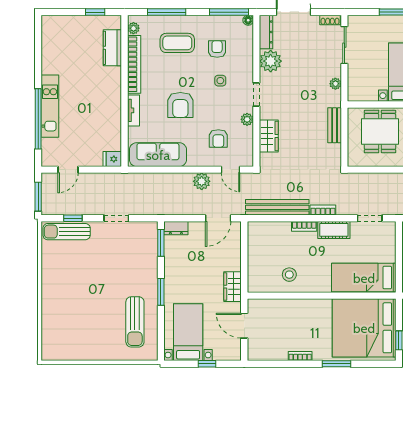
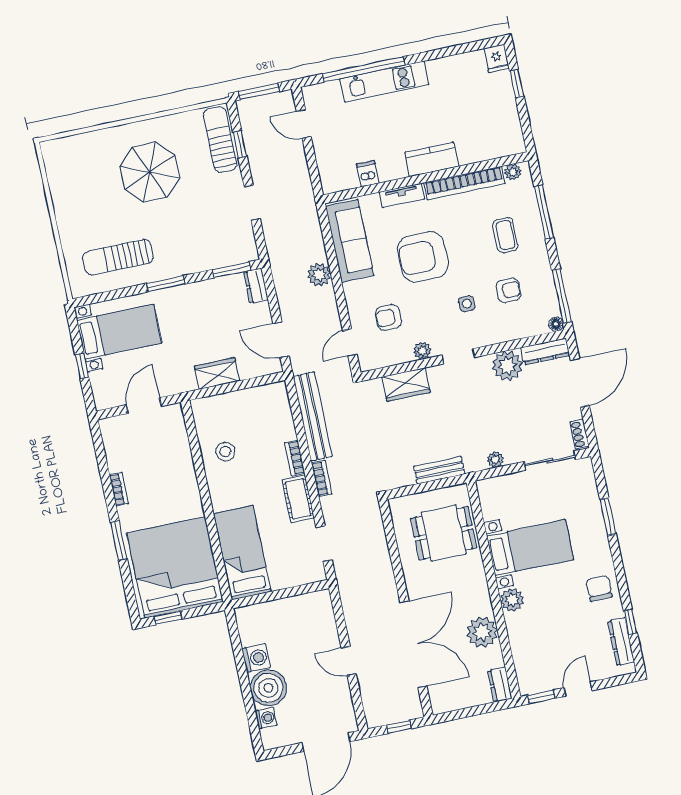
window: (95, 12) -> (517, 83), moved
coffee table: (177, 43) -> (505, 235), width x0.73, depth x0.77
kitchen counter: (112, 48) -> (432, 159), moved
armchair: (180, 105) -> (423, 257), width x1.36, depth x1.36
dishwasher: (113, 132) -> (368, 174), added
fridge: (112, 159) -> (497, 58), moved, turned 180
plant: (202, 181) -> (319, 275), moved
parasol: (79, 287) -> (150, 172), added
wardrobe: (233, 287) -> (217, 374), moved

